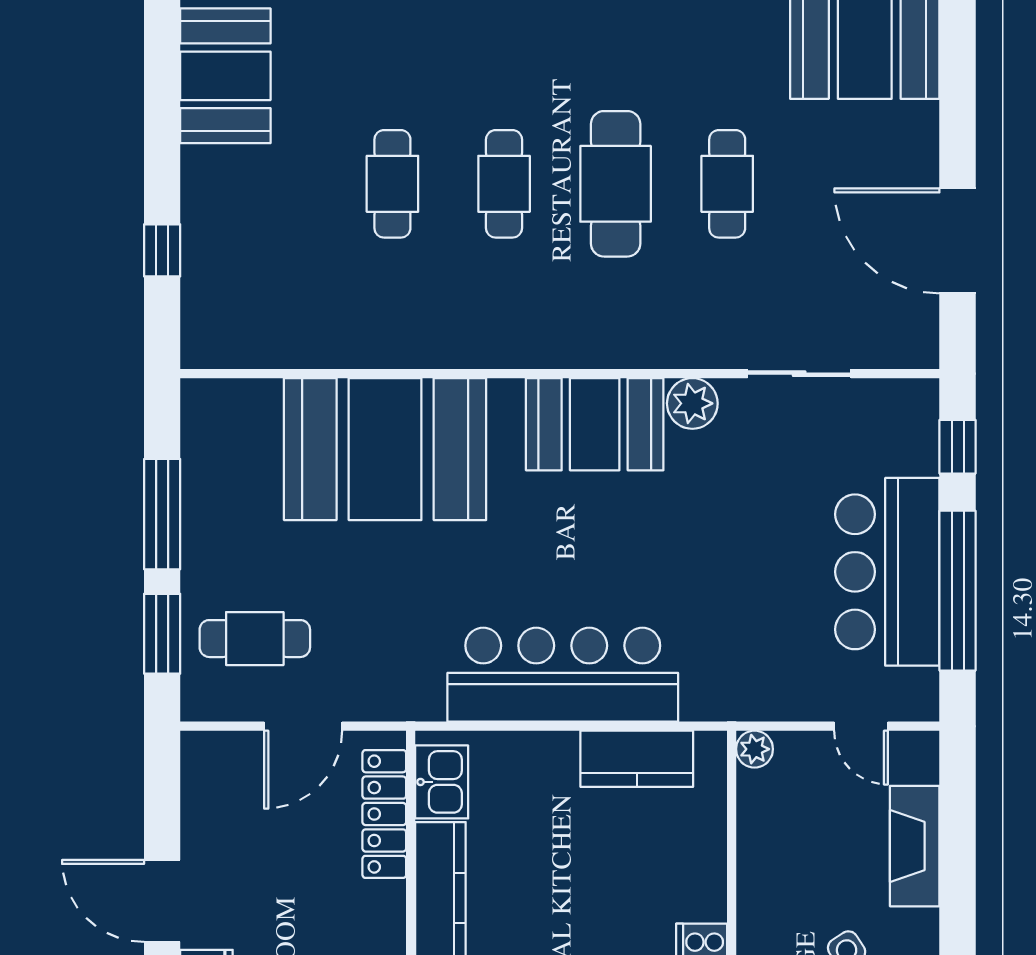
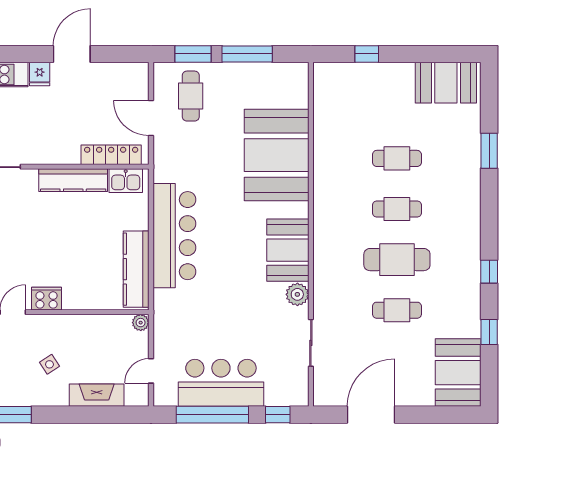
kitchen counter: (637, 759) -> (136, 269), width x1.50

